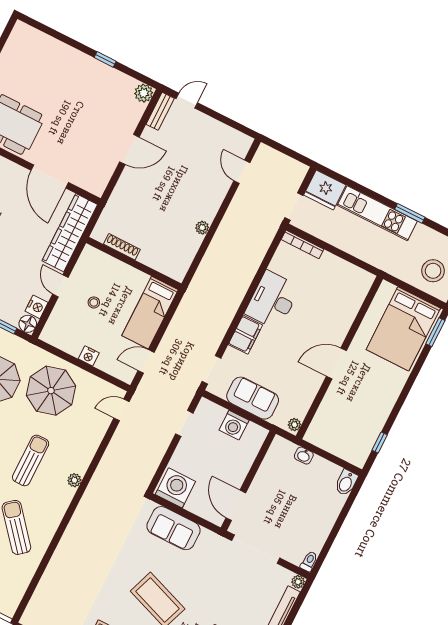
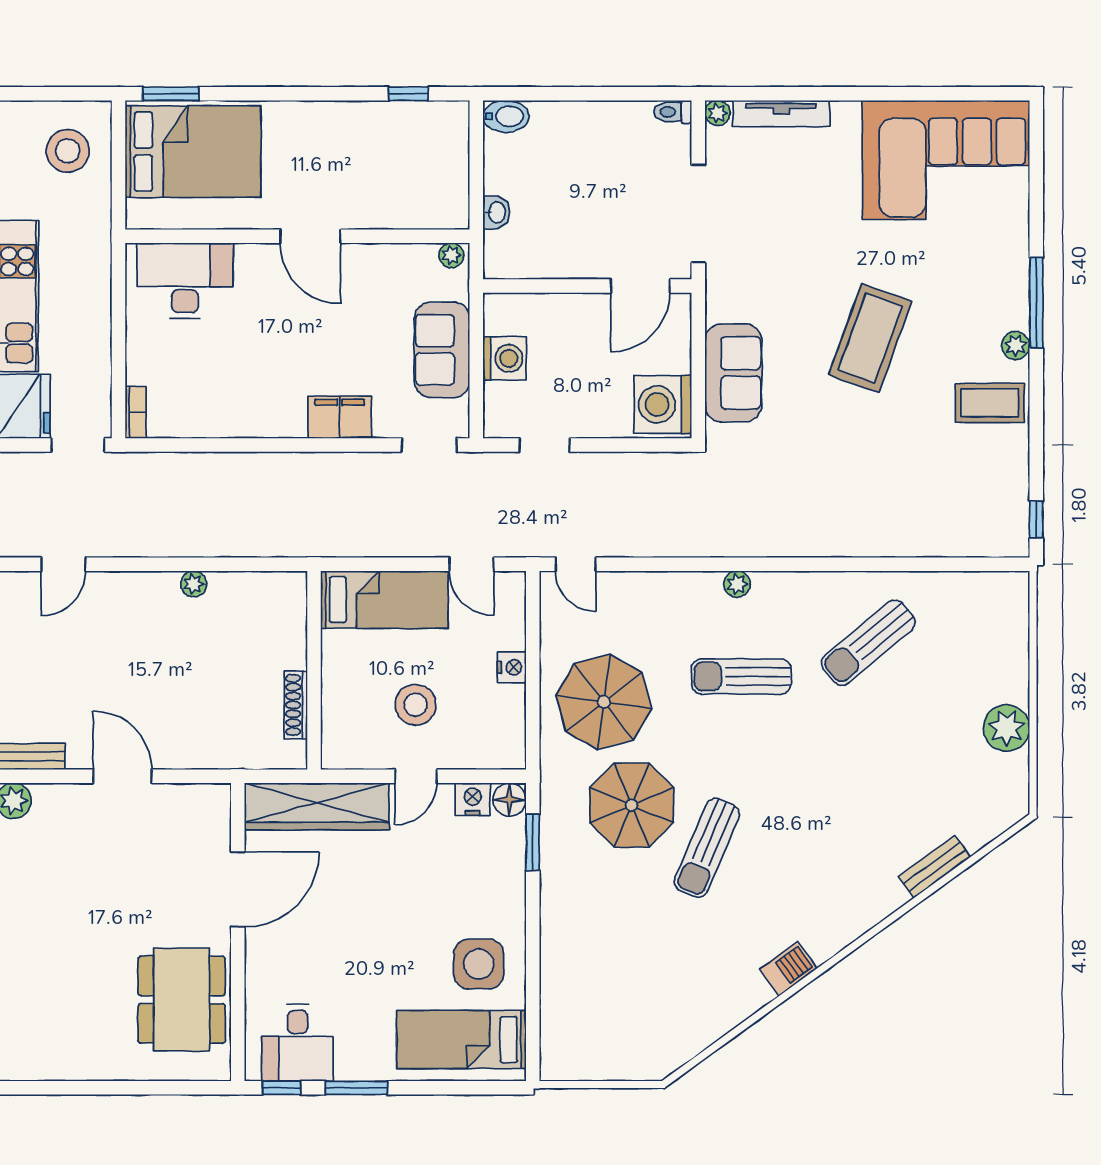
bookcase: (302, 244) -> (136, 412), width x0.64
desk: (272, 300) -> (185, 281), moved, turned 180
stool: (94, 302) -> (416, 705), width x1.89, depth x1.89

